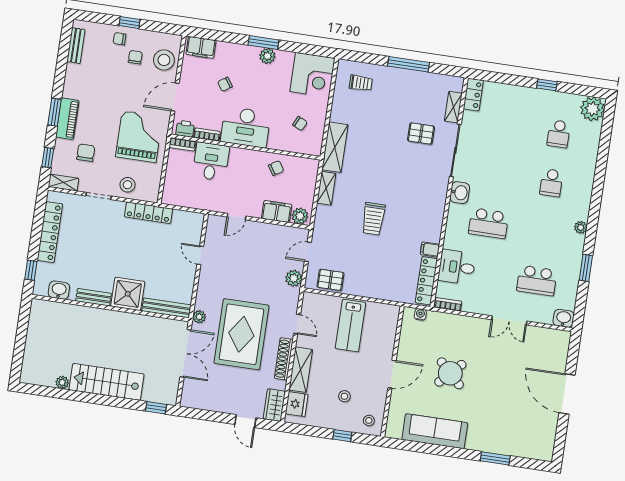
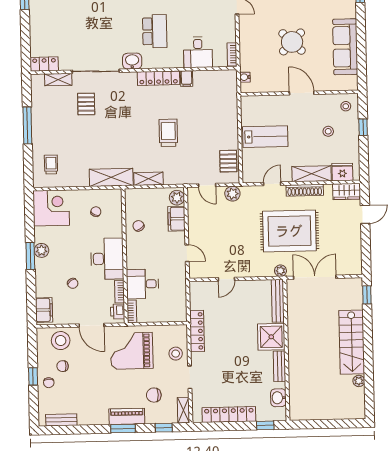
trolley: (373, 219) -> (168, 133), turned -90
locker: (426, 281) -> (159, 78), moved

